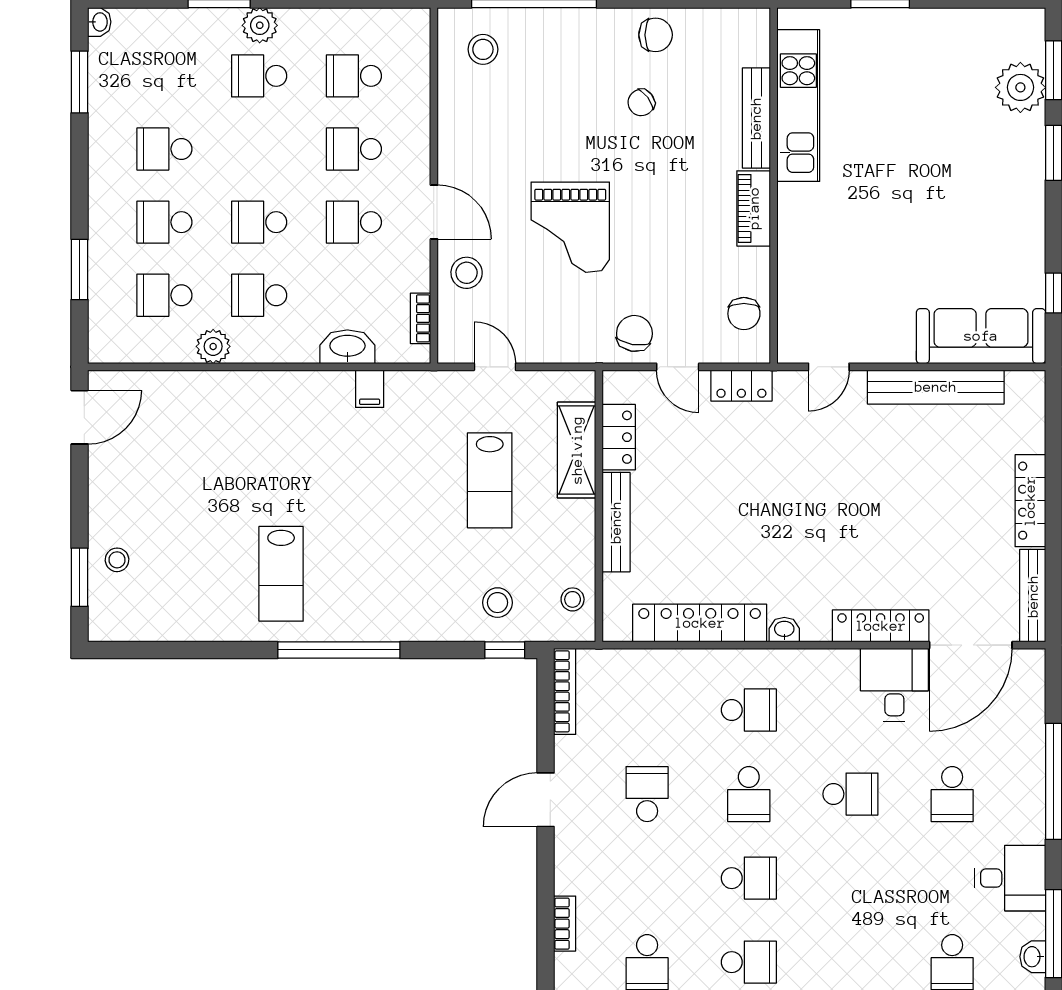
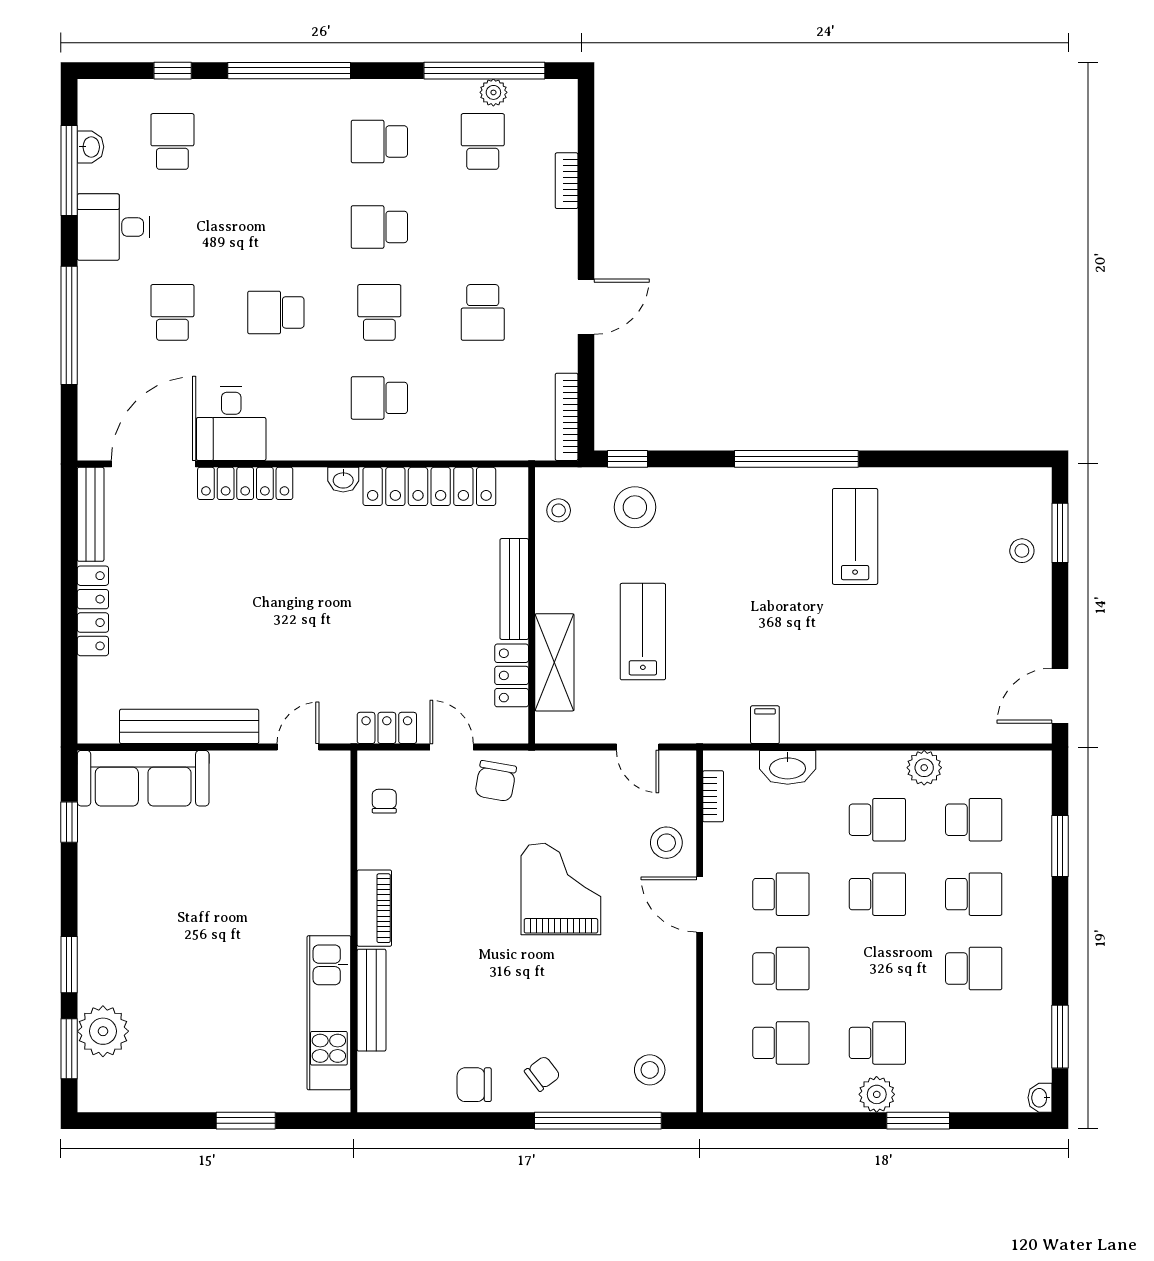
chair: (641, 103) -> (542, 1074), moved
chair: (744, 314) -> (384, 801), width x0.73, depth x0.73
stool: (498, 603) -> (635, 507), width x1.38, depth x1.38

